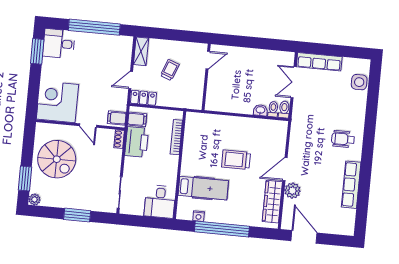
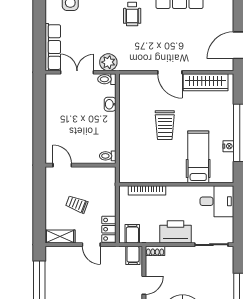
double door: (293, 82) -> (77, 72), swing flipped
toilet: (273, 109) -> (108, 156), moved
printer: (137, 142) -> (176, 232), moved
plant: (292, 191) -> (108, 62), moved
nightstand: (199, 216) -> (228, 146), moved

